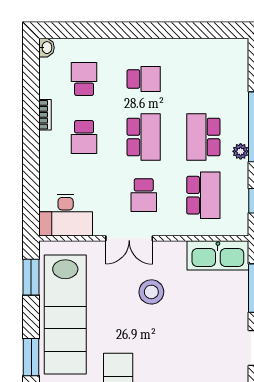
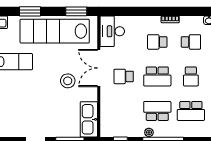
school desk: (203, 195) -> (191, 111), moved
double door: (129, 238) -> (99, 68), width x1.37

